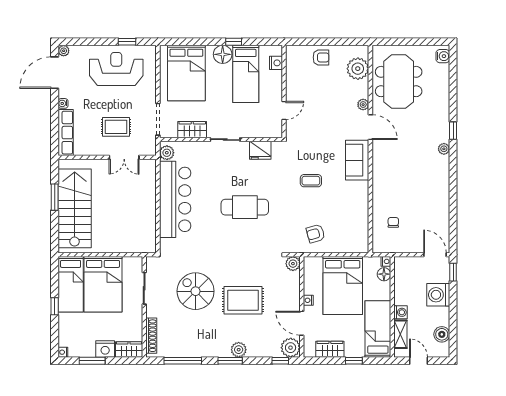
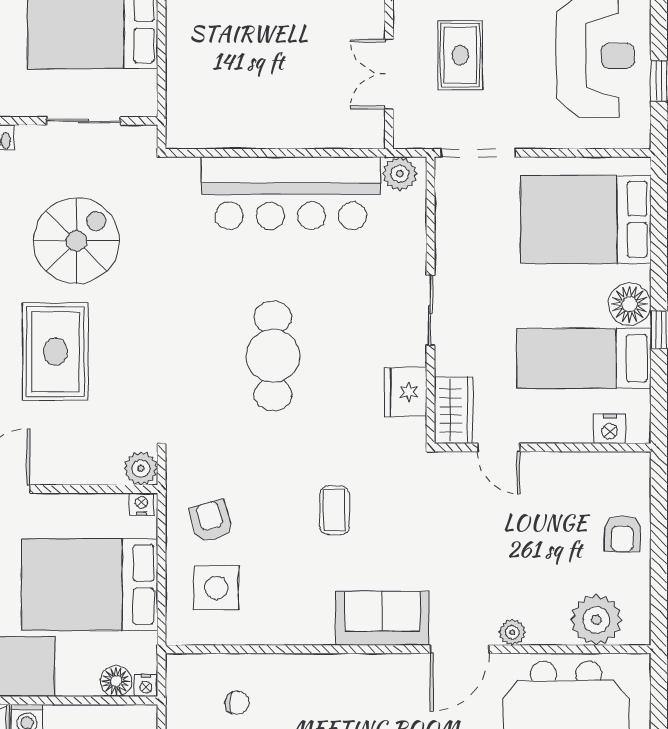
wardrobe: (192, 130) -> (454, 410), moved
side table: (344, 231) -> (216, 588), added
nightstand: (308, 300) -> (142, 504), moved

